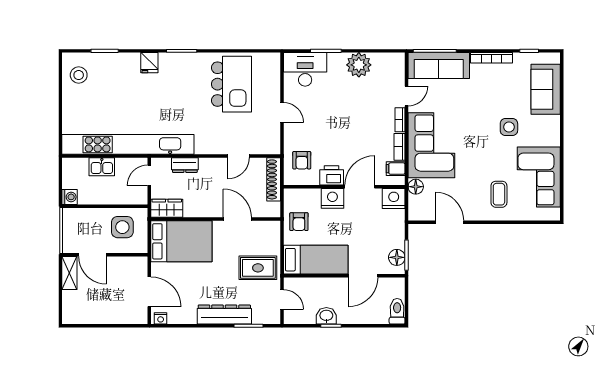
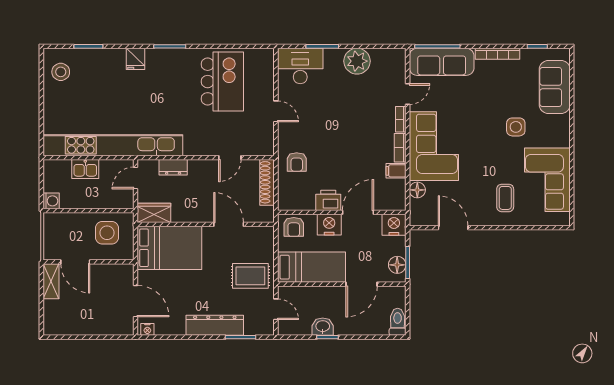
printer: (332, 175) -> (328, 200), moved
wall: (344, 187) -> (342, 212), moved
door: (360, 187) -> (358, 212), moved
nightstand: (332, 198) -> (329, 225), moved
nightstand: (394, 198) -> (394, 225), moved

